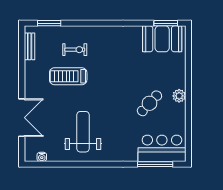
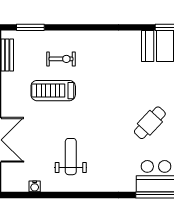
weight bench: (83, 132) -> (71, 157), width x0.73, depth x0.75
water cooler: (42, 157) -> (35, 186), moved

